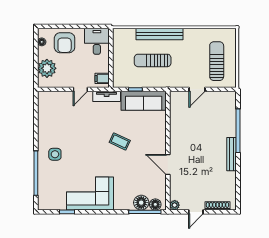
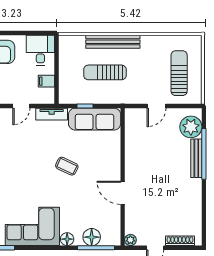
filing cabinet: (102, 78) -> (46, 81), moved
plant: (227, 107) -> (191, 127), added
bench: (232, 154) -> (196, 158), moved
floor lamp: (155, 204) -> (67, 239), moved

